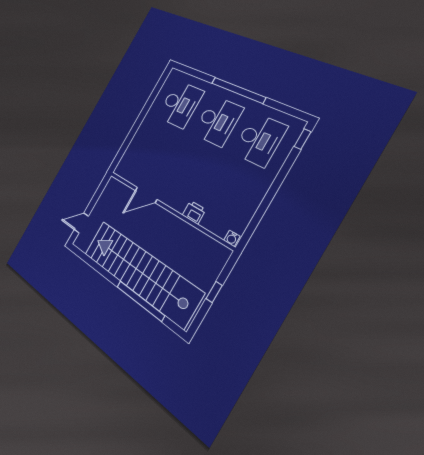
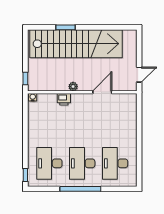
plant: (174, 222) -> (73, 87), added
door: (81, 223) -> (139, 75), moved
window: (214, 292) -> (25, 78), moved
window: (140, 301) -> (66, 27), width x0.47

